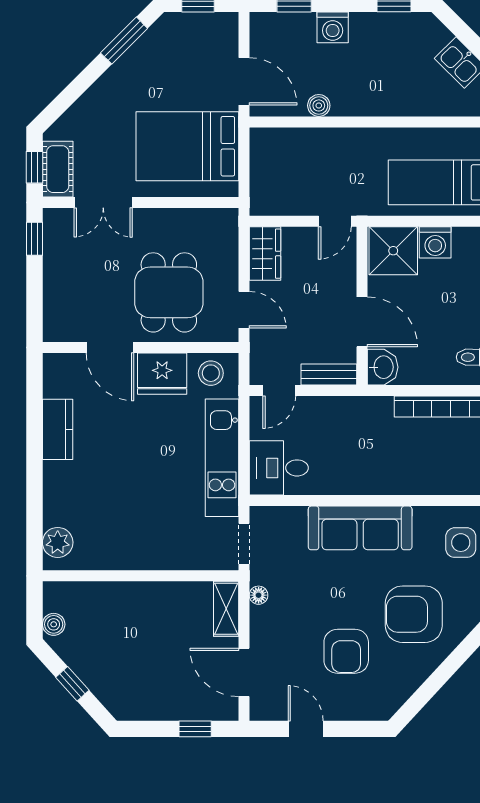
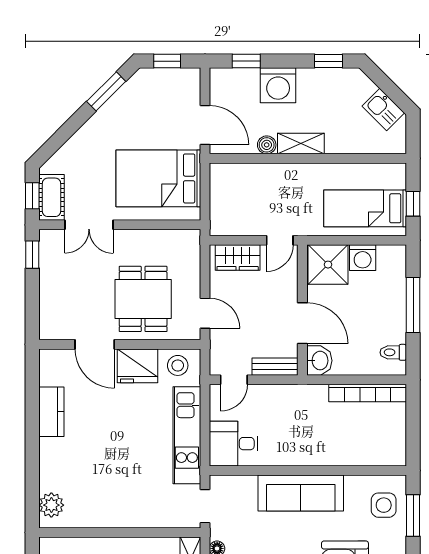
washing machine: (333, 27) -> (278, 85), width x1.37, depth x1.37
shelving: (360, 104) -> (301, 143), added
wardrobe: (265, 254) -> (238, 258), moved, turned 90

